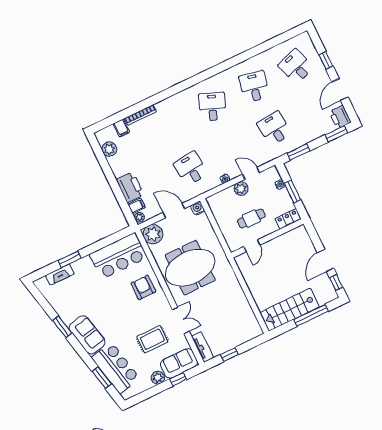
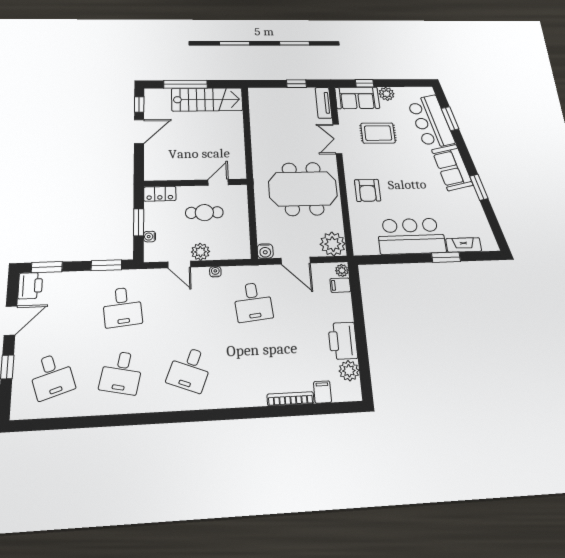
printer: (130, 187) -> (343, 341), moved
bar counter: (118, 256) -> (411, 236), moved

